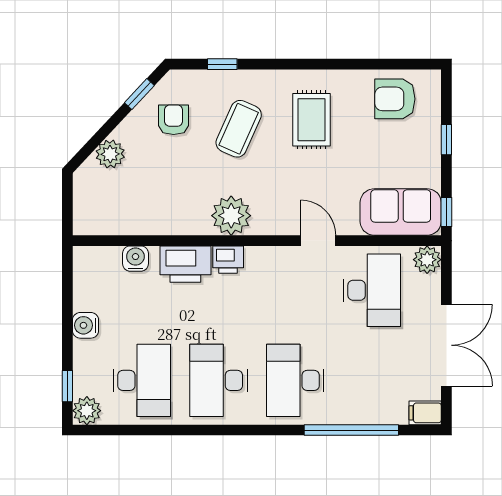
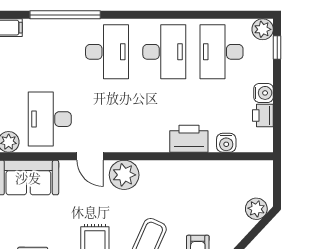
plant: (110, 154) -> (256, 209), moved
plant: (231, 216) -> (124, 175), moved
printer: (228, 260) -> (263, 115), moved, turned -90

